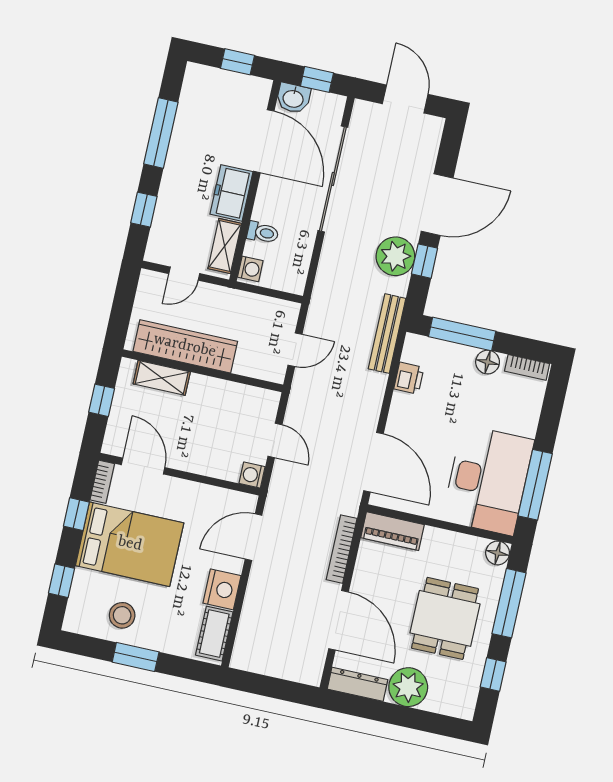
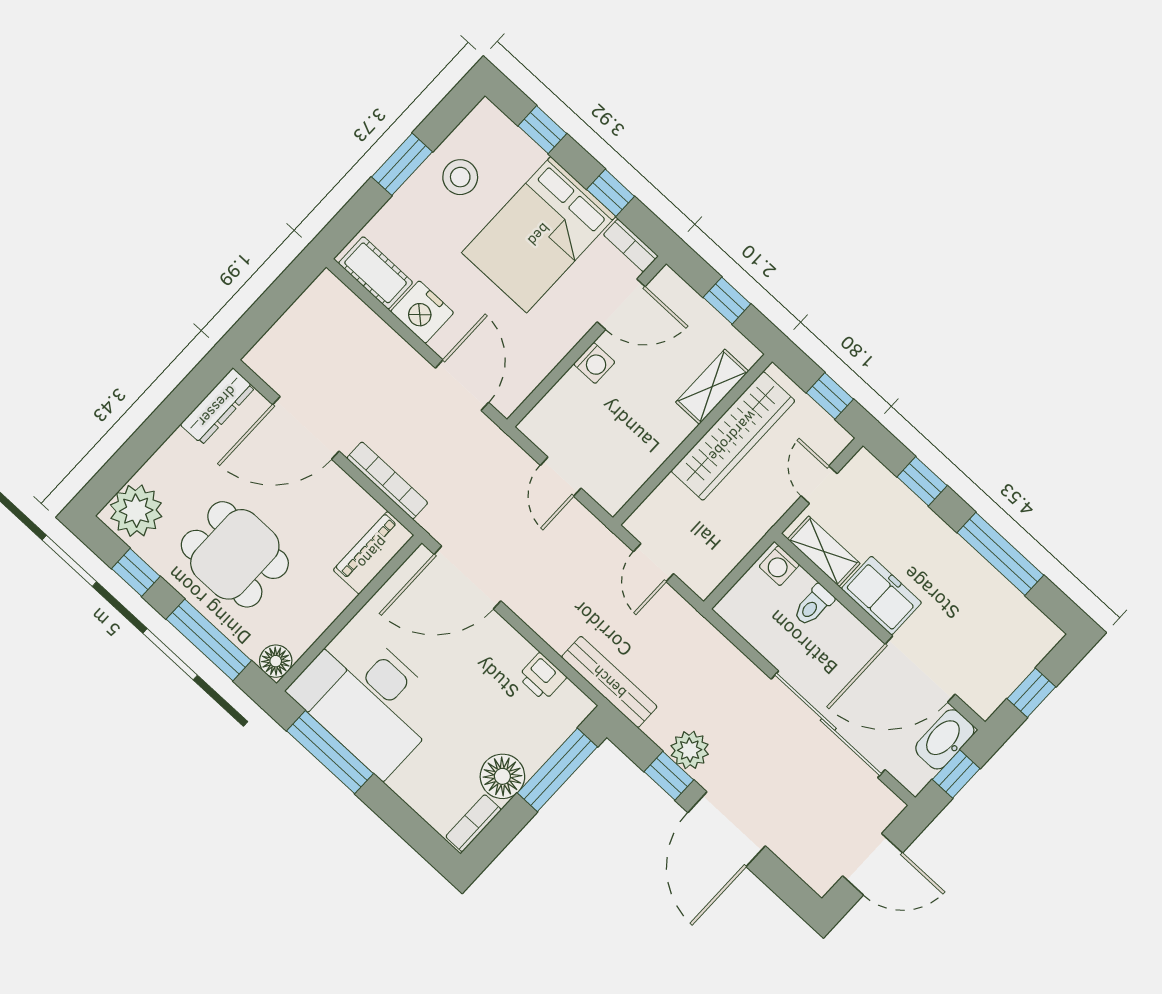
washbasin: (293, 98) -> (945, 739), width x1.38
plant: (395, 256) -> (690, 750), width x0.73, depth x0.73
window: (124, 300) -> (830, 396), added
floor lamp: (488, 362) -> (502, 776), width x1.38, depth x1.38
door: (275, 441) -> (561, 477), hinge flipped
washing machine: (252, 475) -> (594, 363), moved, turned 90
plant: (408, 687) -> (136, 511), moved

